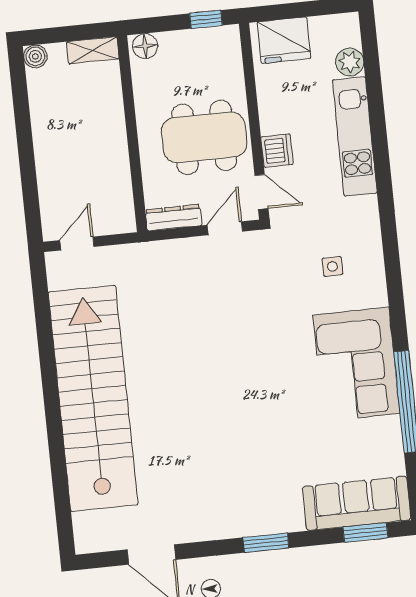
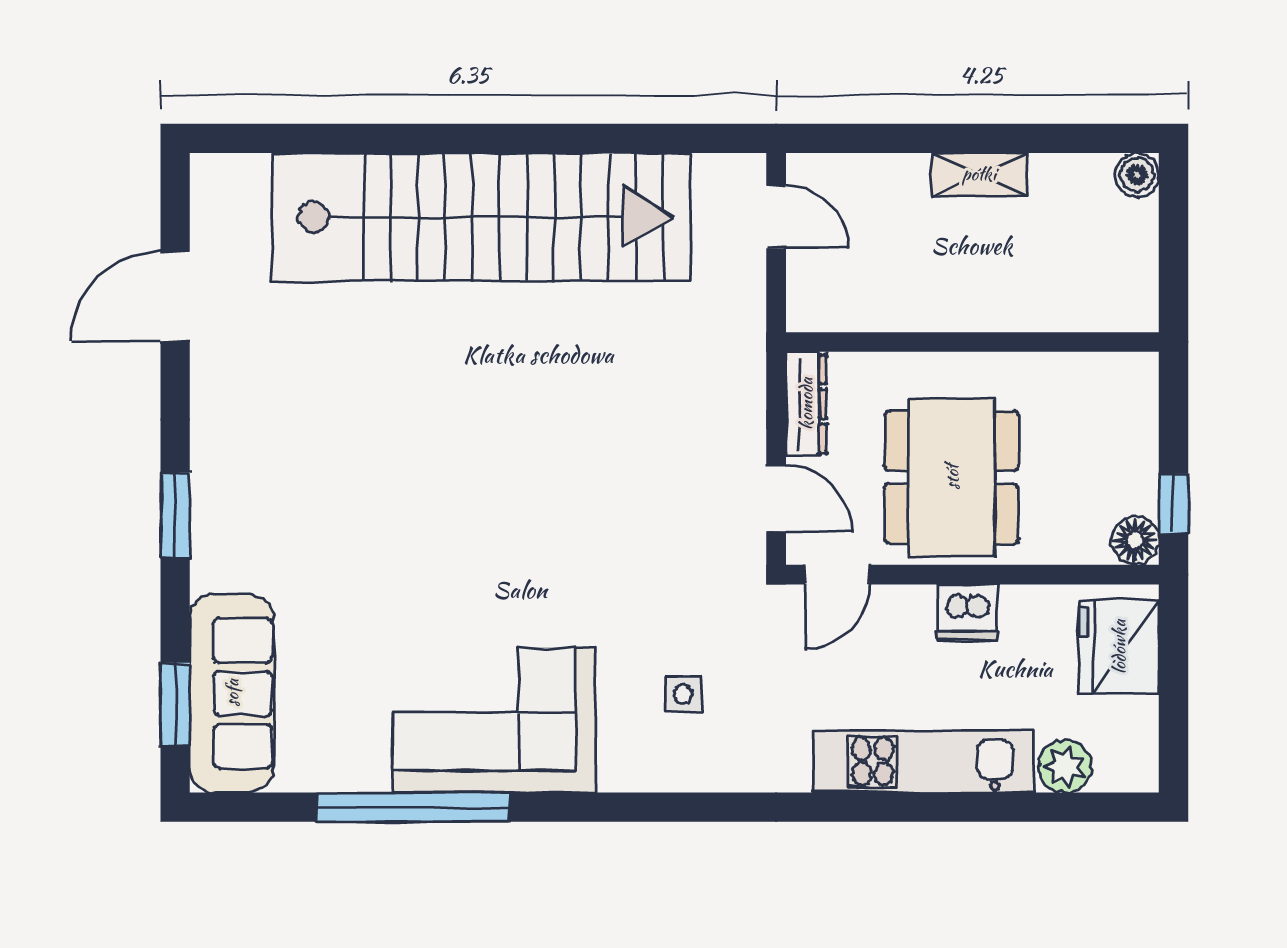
floor lamp: (145, 46) -> (1135, 540), moved
shelving: (93, 50) -> (979, 174), moved, turned 90
dishwasher: (277, 151) -> (967, 612), moved

